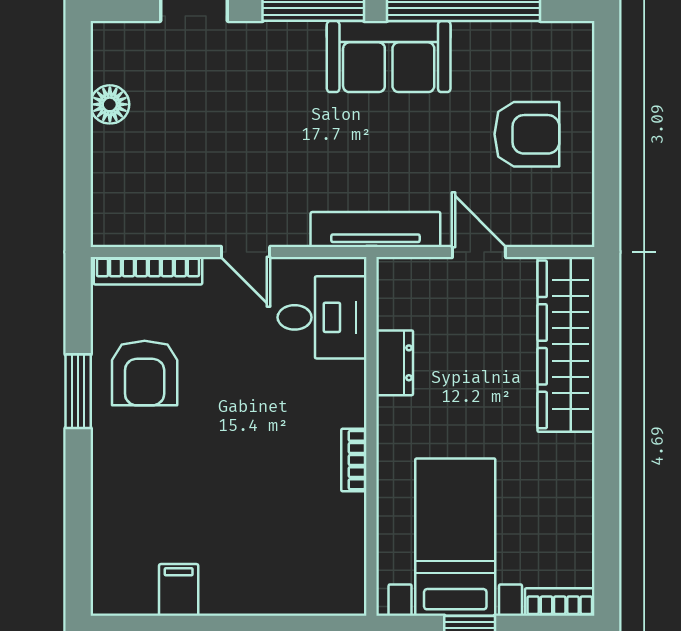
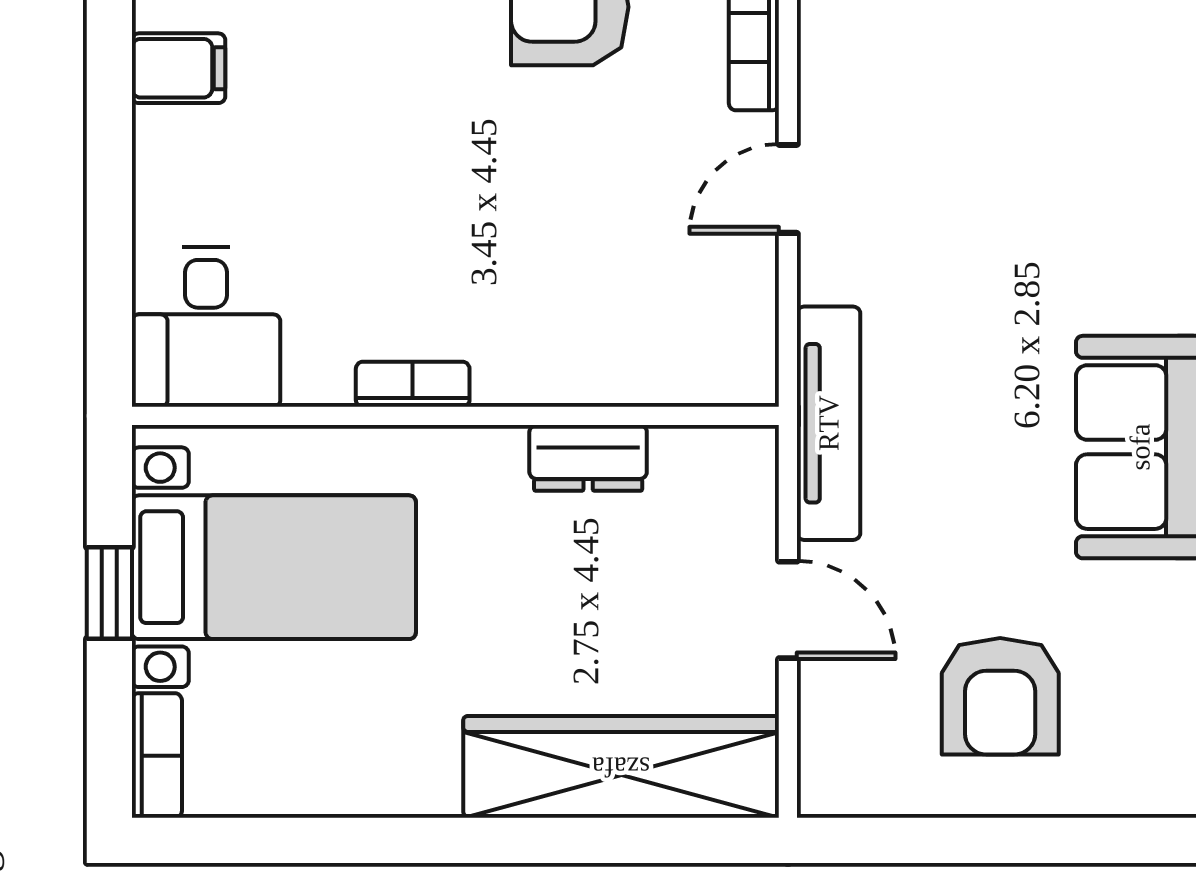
door: (479, 252) -> (788, 610), hinge flipped
desk: (322, 317) -> (206, 327), moved

